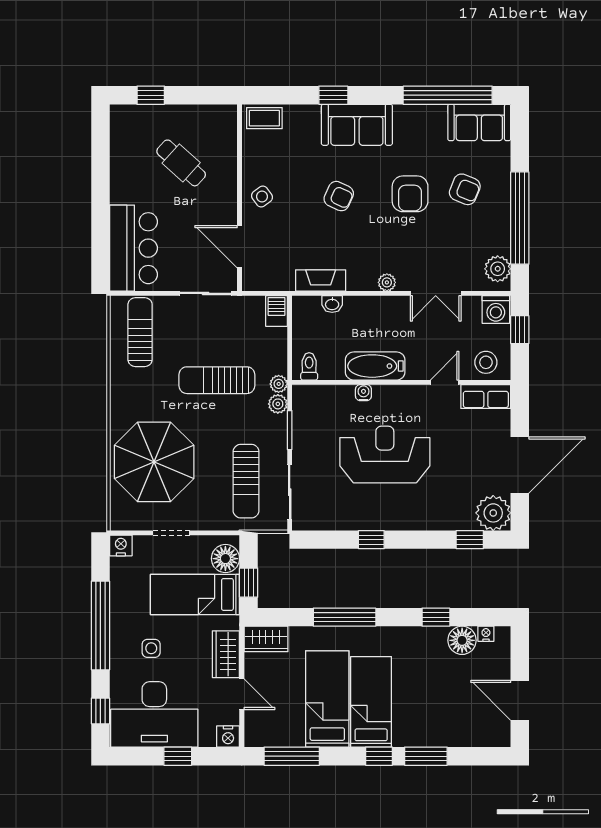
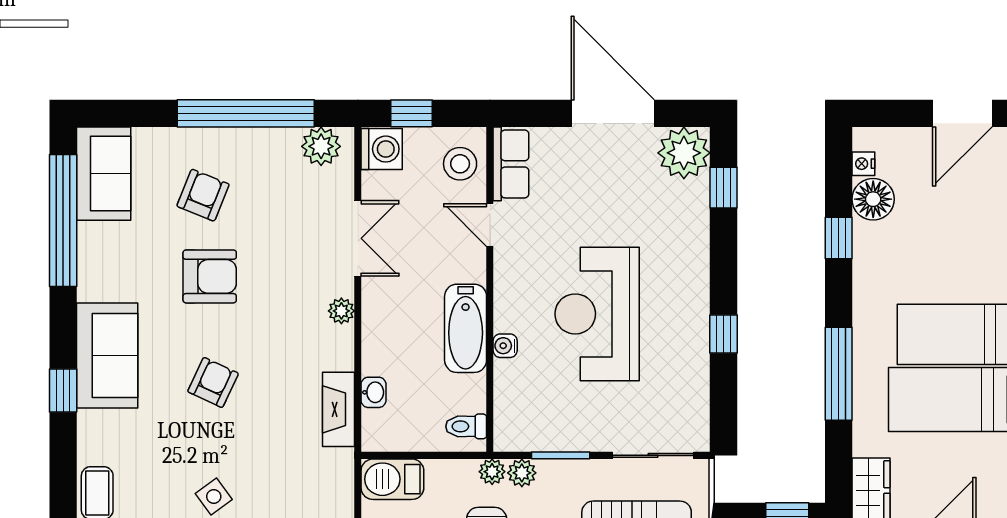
barbecue: (276, 311) -> (392, 479), width x1.38, depth x1.27

